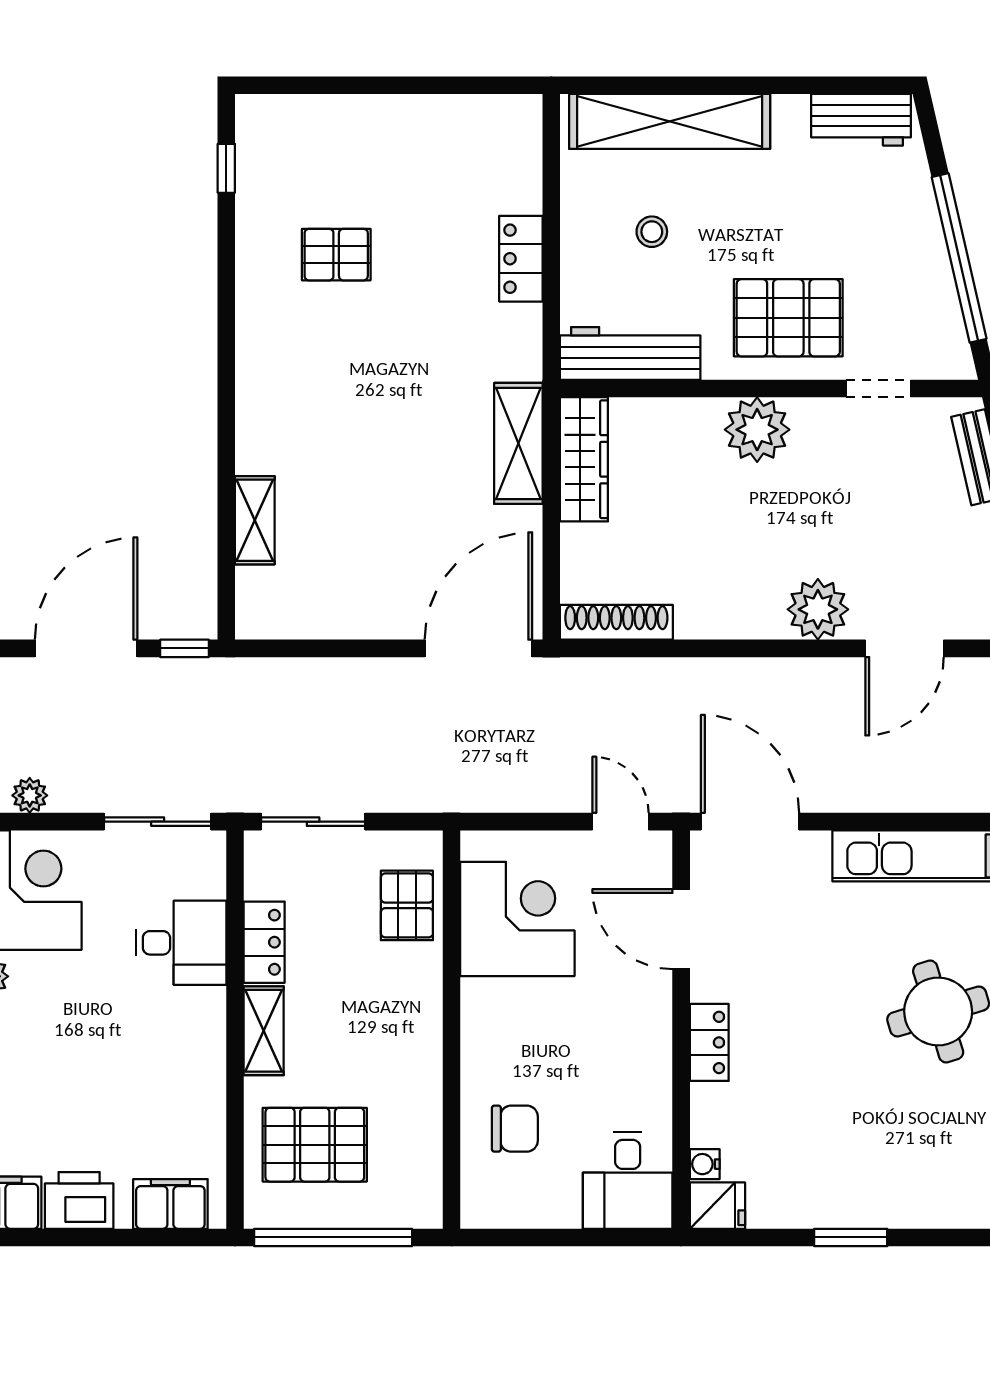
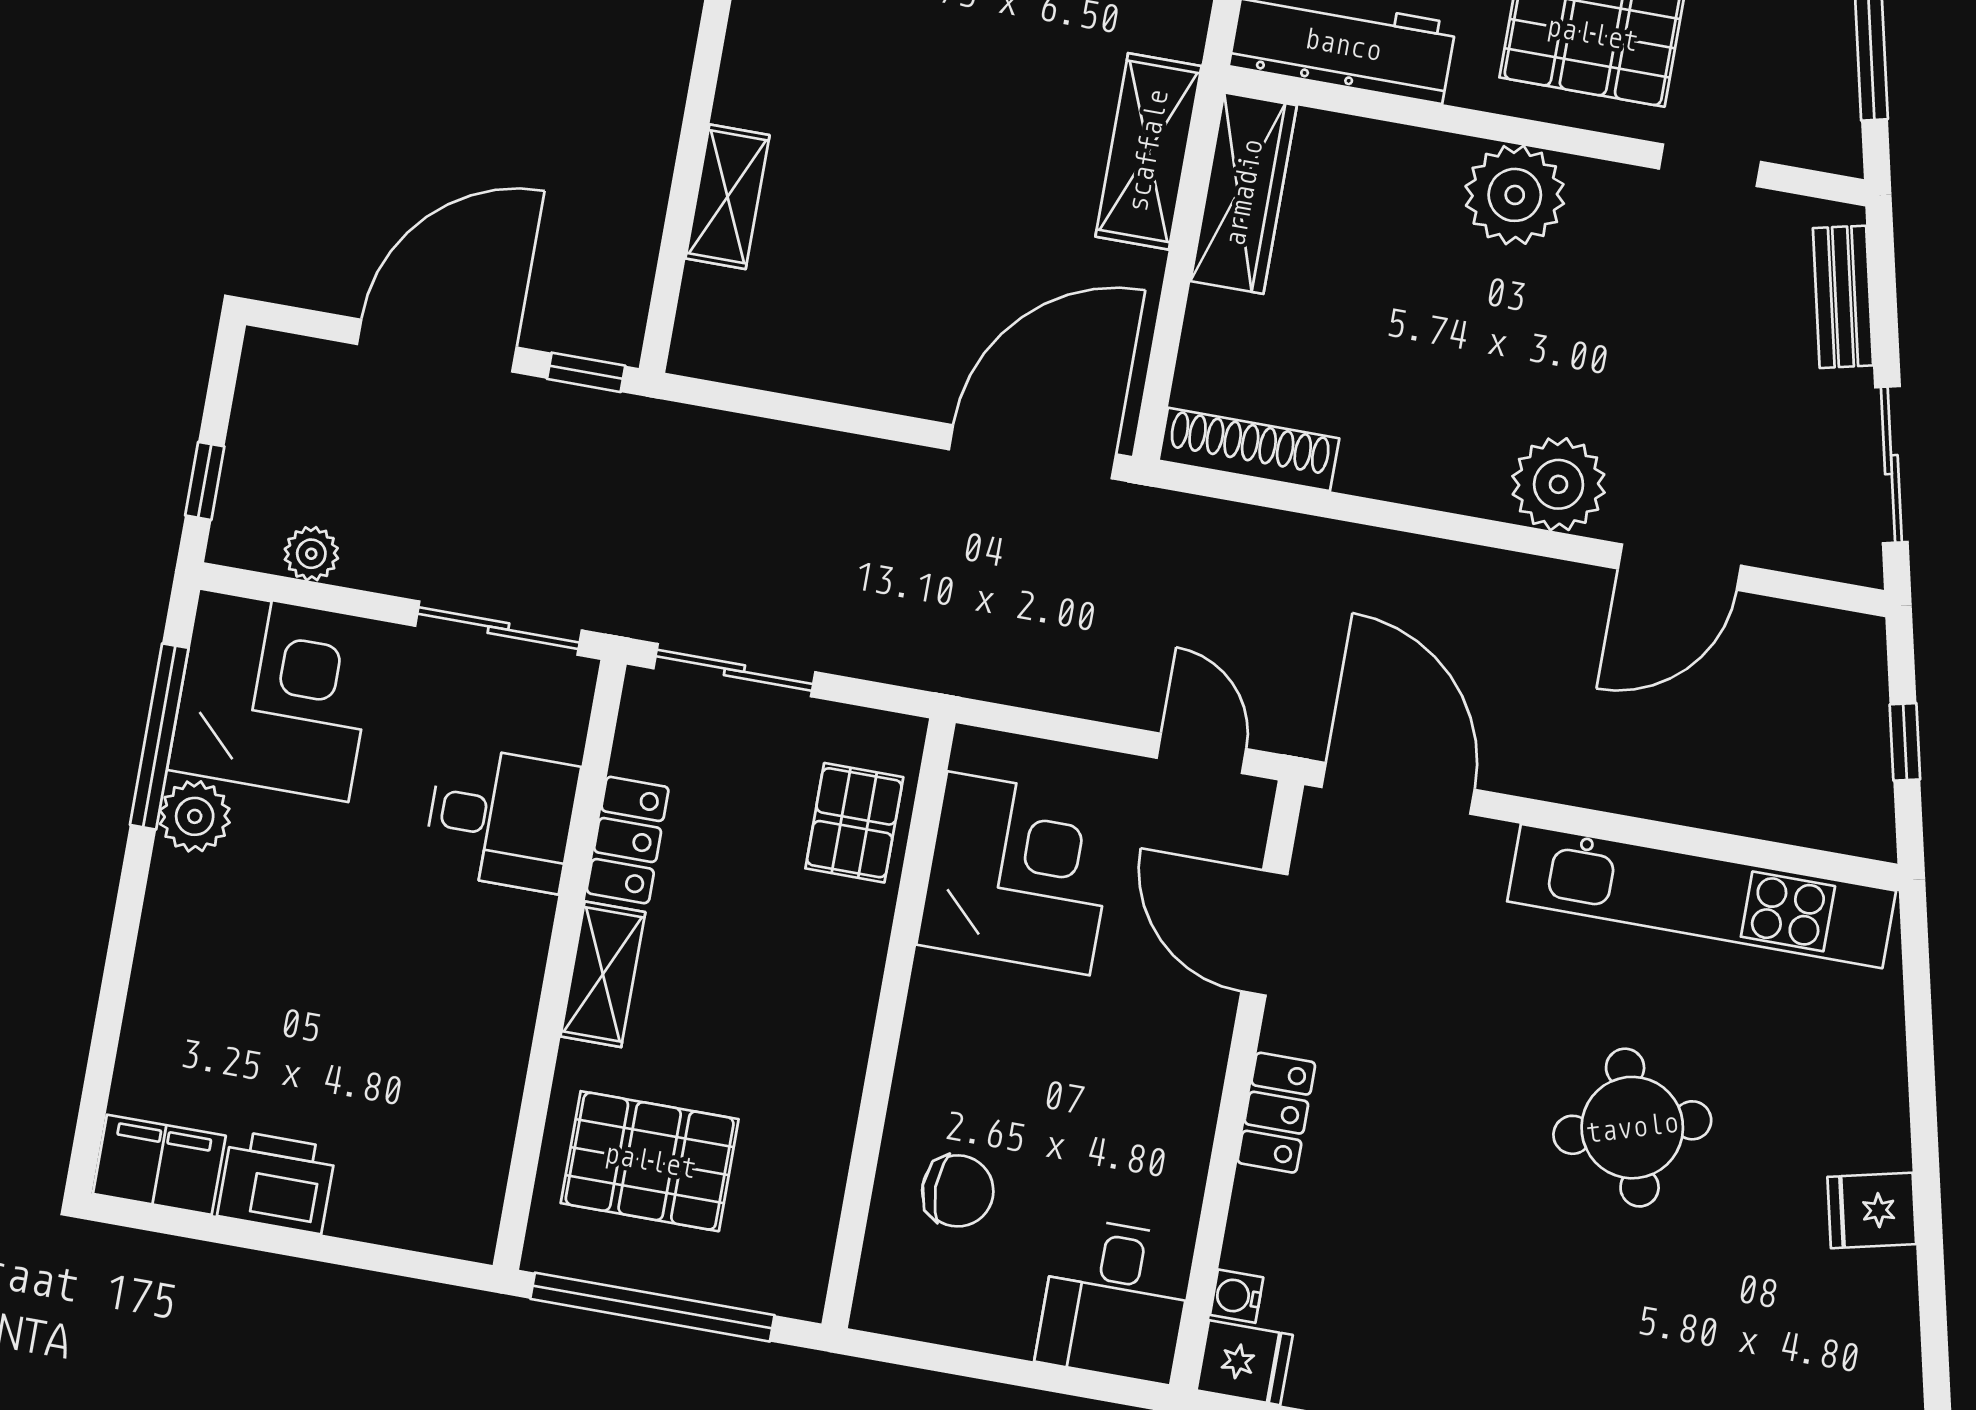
filing cabinet: (170, 1204) -> (414, 1212), removed

